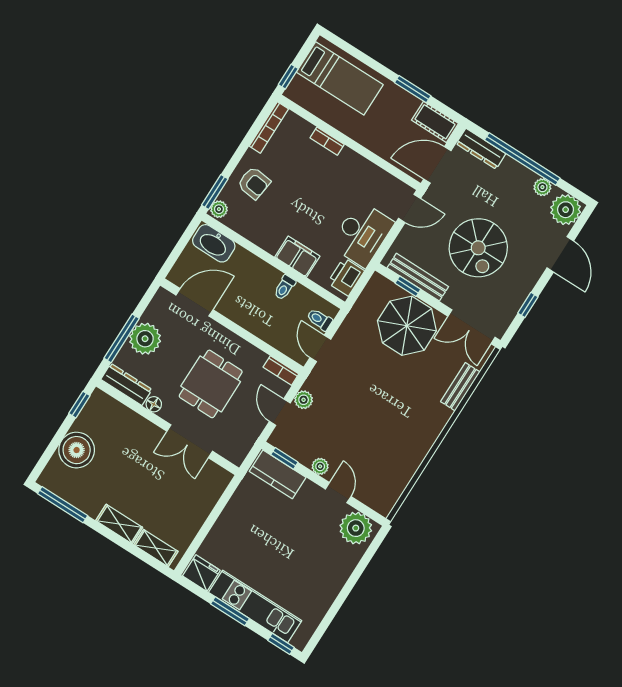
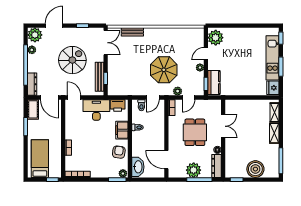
armchair: (254, 183) -> (119, 152), moved
parasol: (407, 326) -> (164, 70), moved
dining table: (211, 384) -> (195, 132), turned 90

